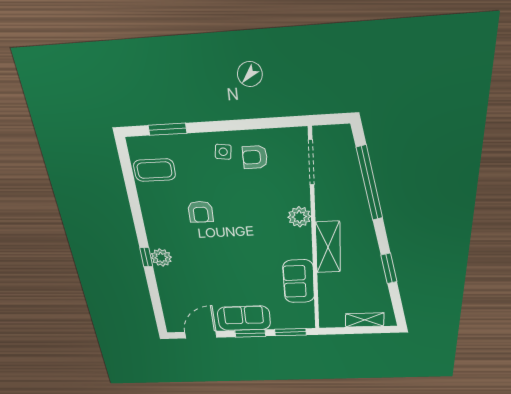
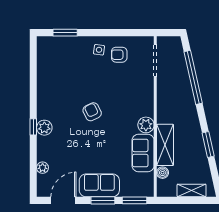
coffee table: (154, 170) -> (52, 60), removed
armchair: (201, 212) -> (92, 112), moved, turned 153
plant: (299, 217) -> (146, 125), moved
shelving: (328, 247) -> (165, 145), moved
plant: (168, 302) -> (43, 168), added
boiler: (326, 302) -> (163, 173), added

